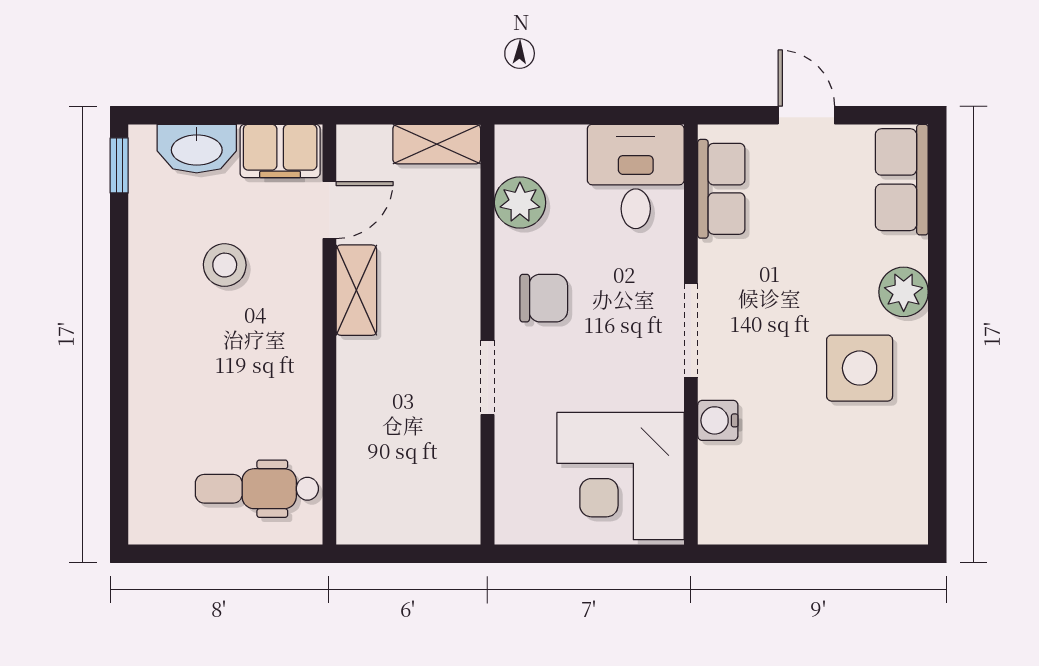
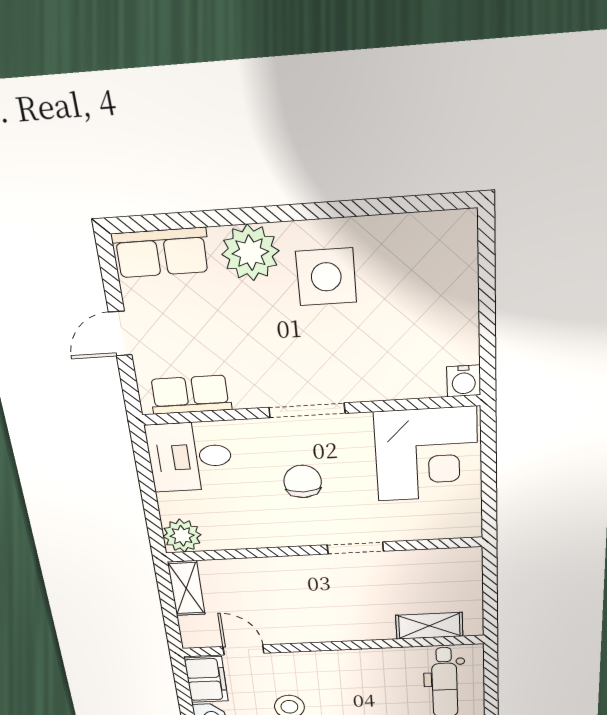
plant: (520, 203) -> (182, 536), moved
shelving: (356, 290) -> (429, 626), moved
plant: (904, 292) -> (250, 253), width x1.36, depth x1.36
chair: (544, 298) -> (303, 481), moved
water cooler: (718, 420) -> (464, 381), moved

